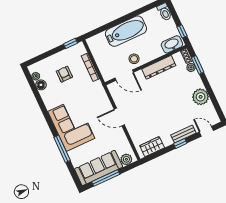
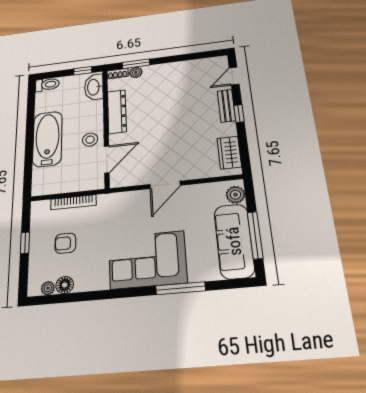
window: (71, 43) -> (25, 243), moved
plant: (201, 97) -> (182, 71), removed

